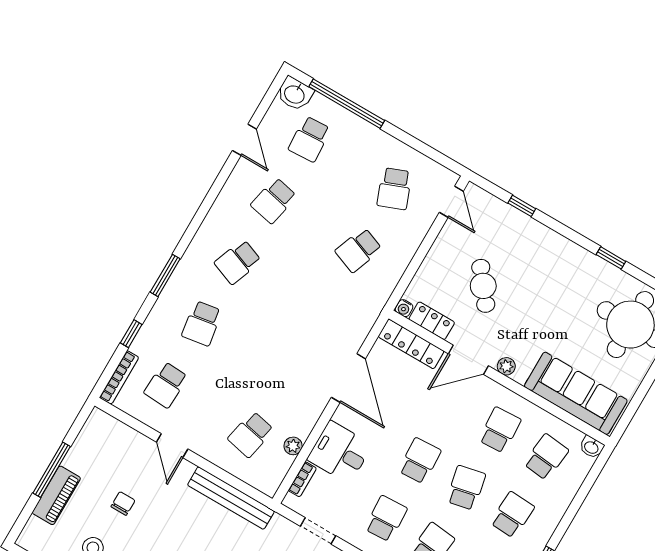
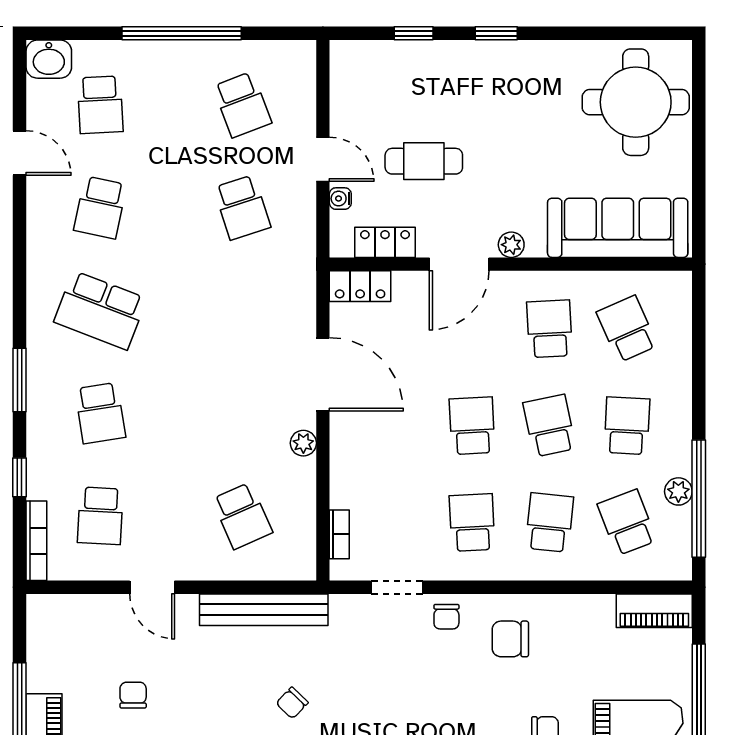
window: (347, 104) -> (182, 33), moved
door: (451, 202) -> (323, 159), moved
school desk: (358, 250) -> (242, 207), turned -39
window: (611, 258) -> (496, 33), moved
school desk: (238, 262) -> (100, 310), width x1.85
cafe table: (483, 286) -> (424, 161), turned -52
water cooler: (404, 308) -> (340, 199), moved, turned 90
locker: (411, 344) -> (360, 286), width x0.66
school desk: (251, 434) -> (242, 516), turned -36
plant: (293, 446) -> (303, 443), moved
washbasin: (592, 447) -> (676, 283), removed
desk: (340, 452) -> (366, 473), removed
school desk: (546, 457) -> (627, 329), turned -30

